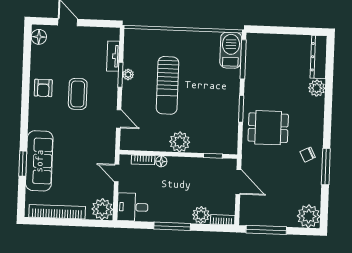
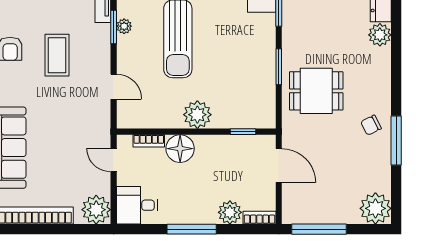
floor lamp: (161, 161) -> (180, 149), width x1.89, depth x1.89

